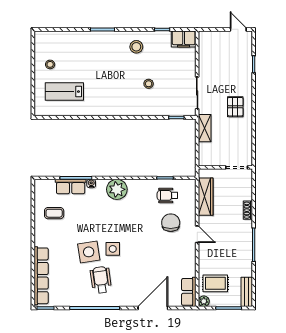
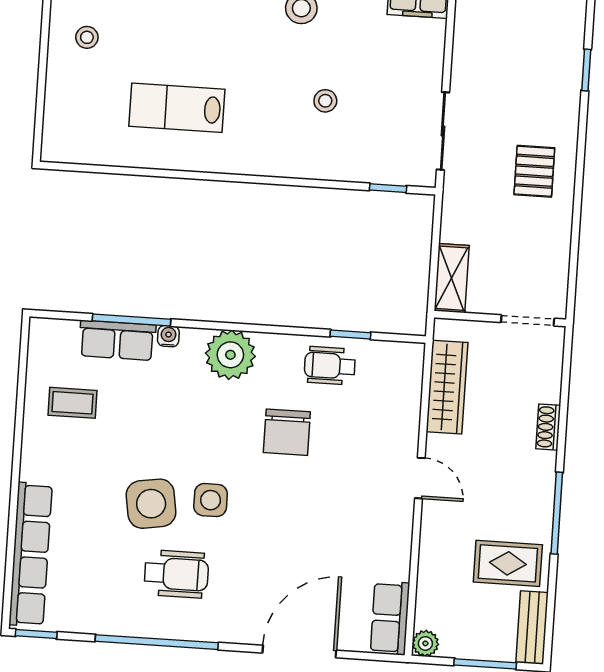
lab bench: (64, 92) -> (177, 108), moved
shelving: (205, 128) -> (452, 278), moved
wheelchair: (167, 195) -> (330, 366), moved
chair: (171, 223) -> (287, 432), moved, turned 180
wheelchair: (101, 280) -> (176, 574), turned 98
rug: (215, 283) -> (508, 563), moved

